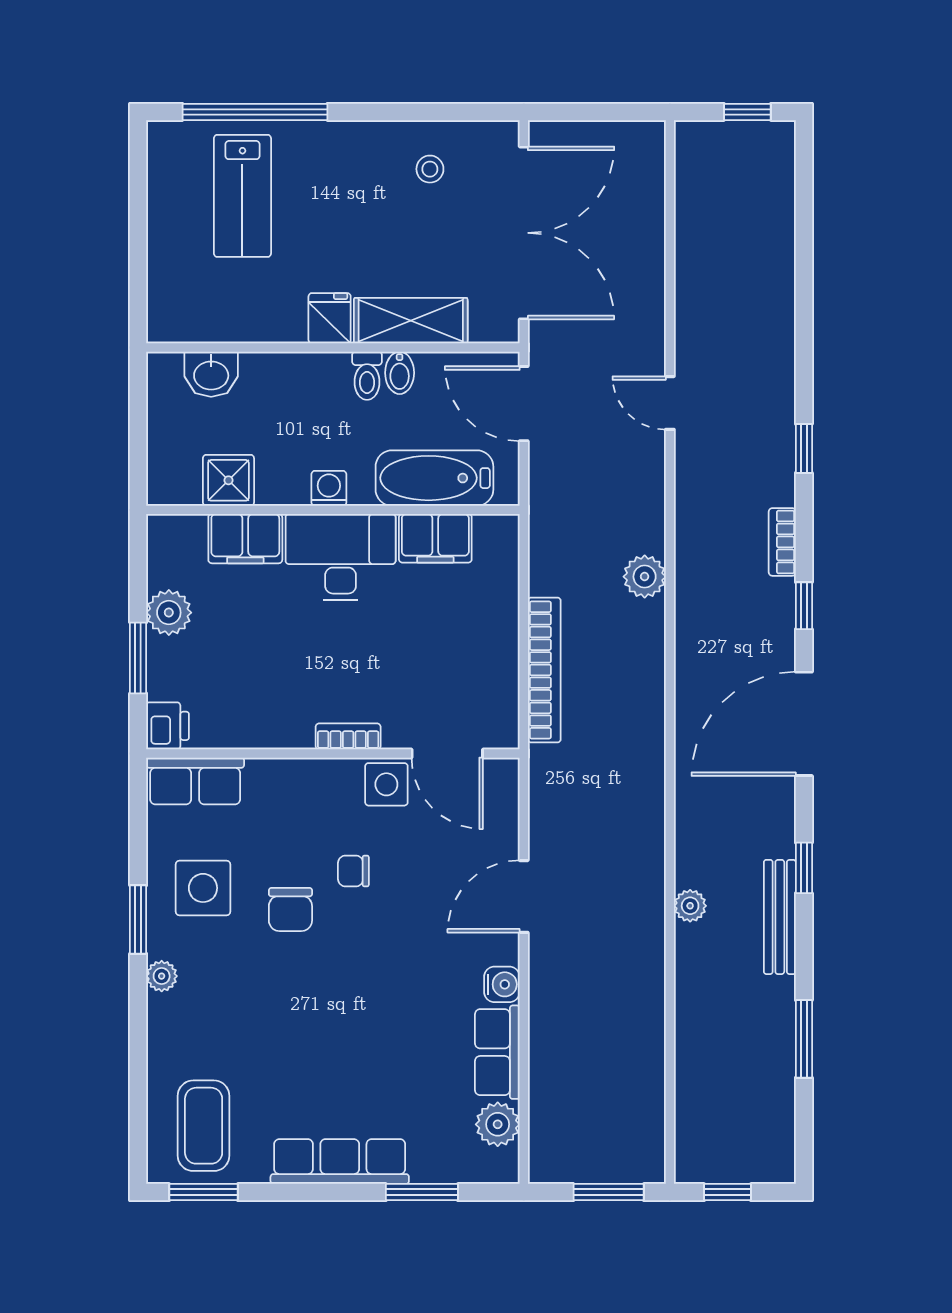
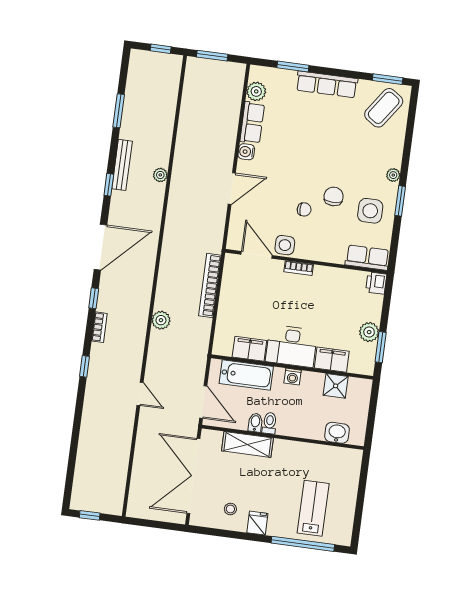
fridge: (330, 318) -> (257, 523), moved, turned 180
window: (138, 658) -> (381, 347), moved
coffee table: (204, 1126) -> (384, 108), turned 35

